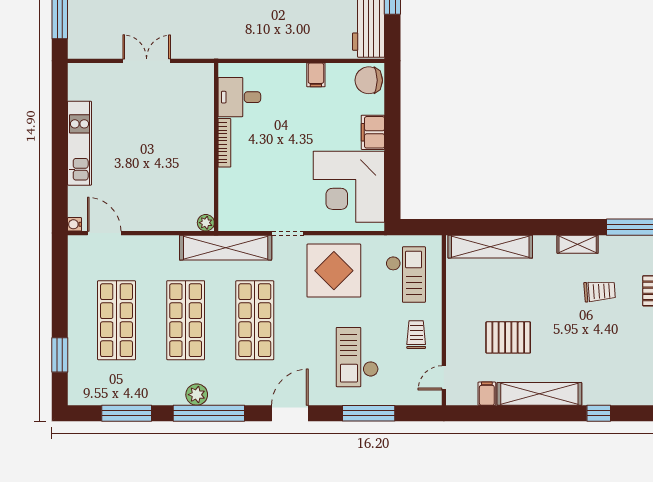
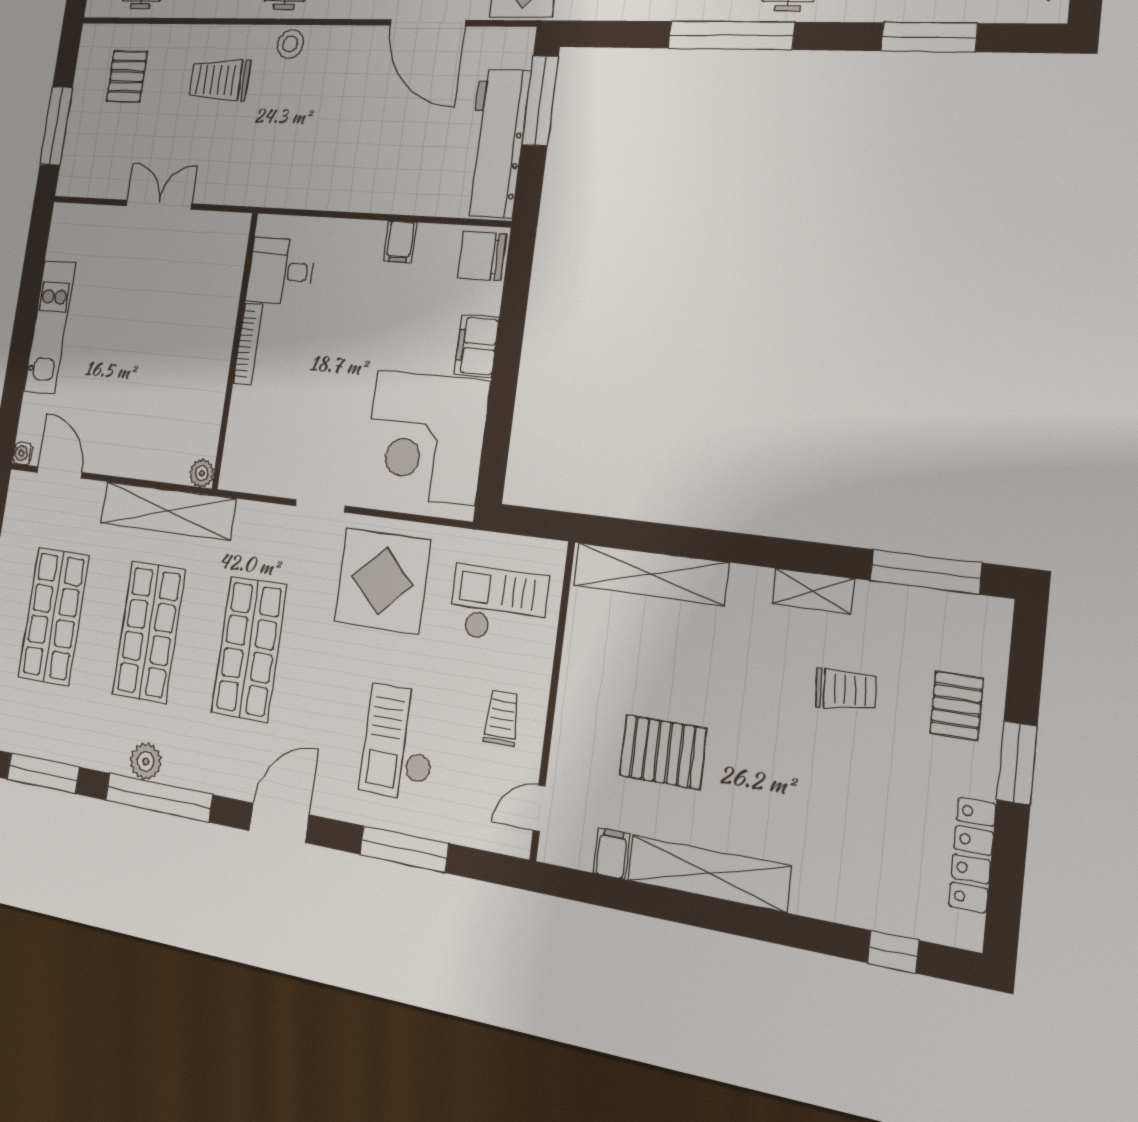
shelving: (226, 248) -> (168, 511), moved
checkout: (406, 275) -> (498, 605), turned -90
window: (599, 413) -> (893, 952), moved

